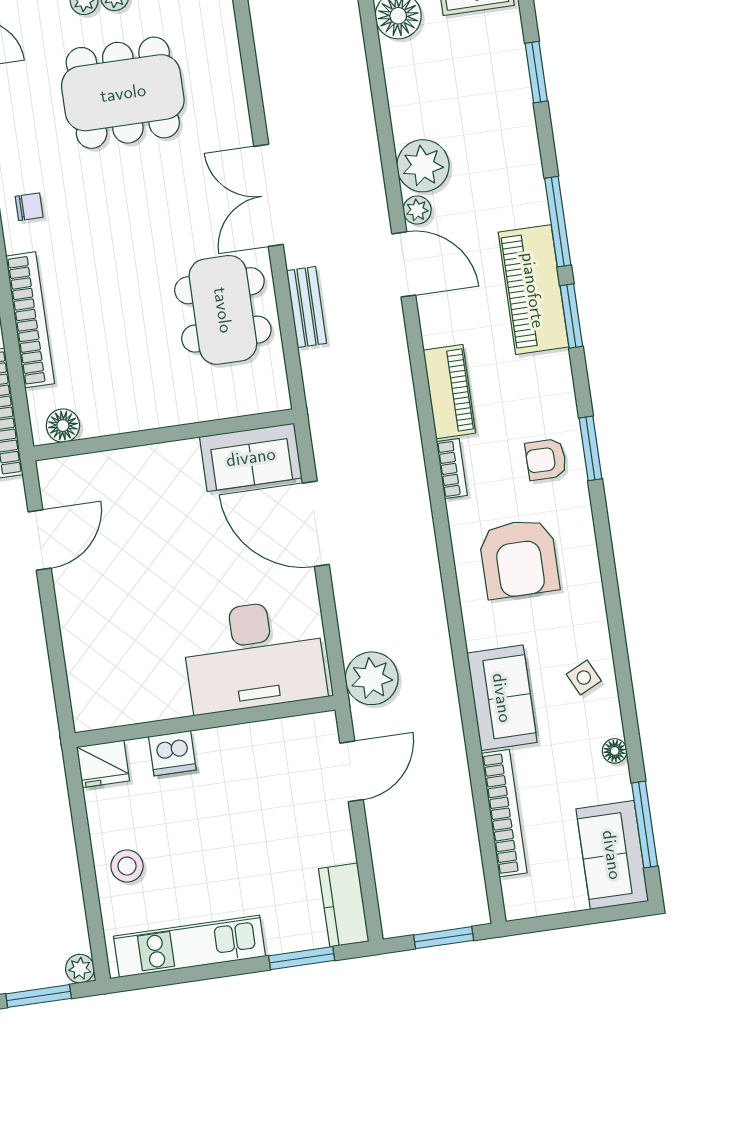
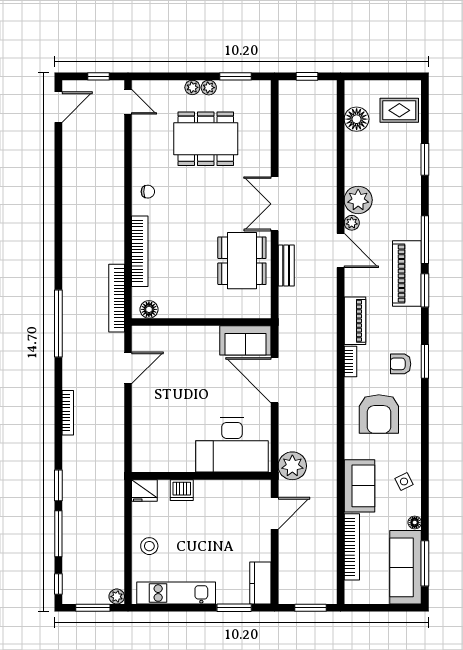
sofa: (612, 855) -> (406, 567), width x1.36

